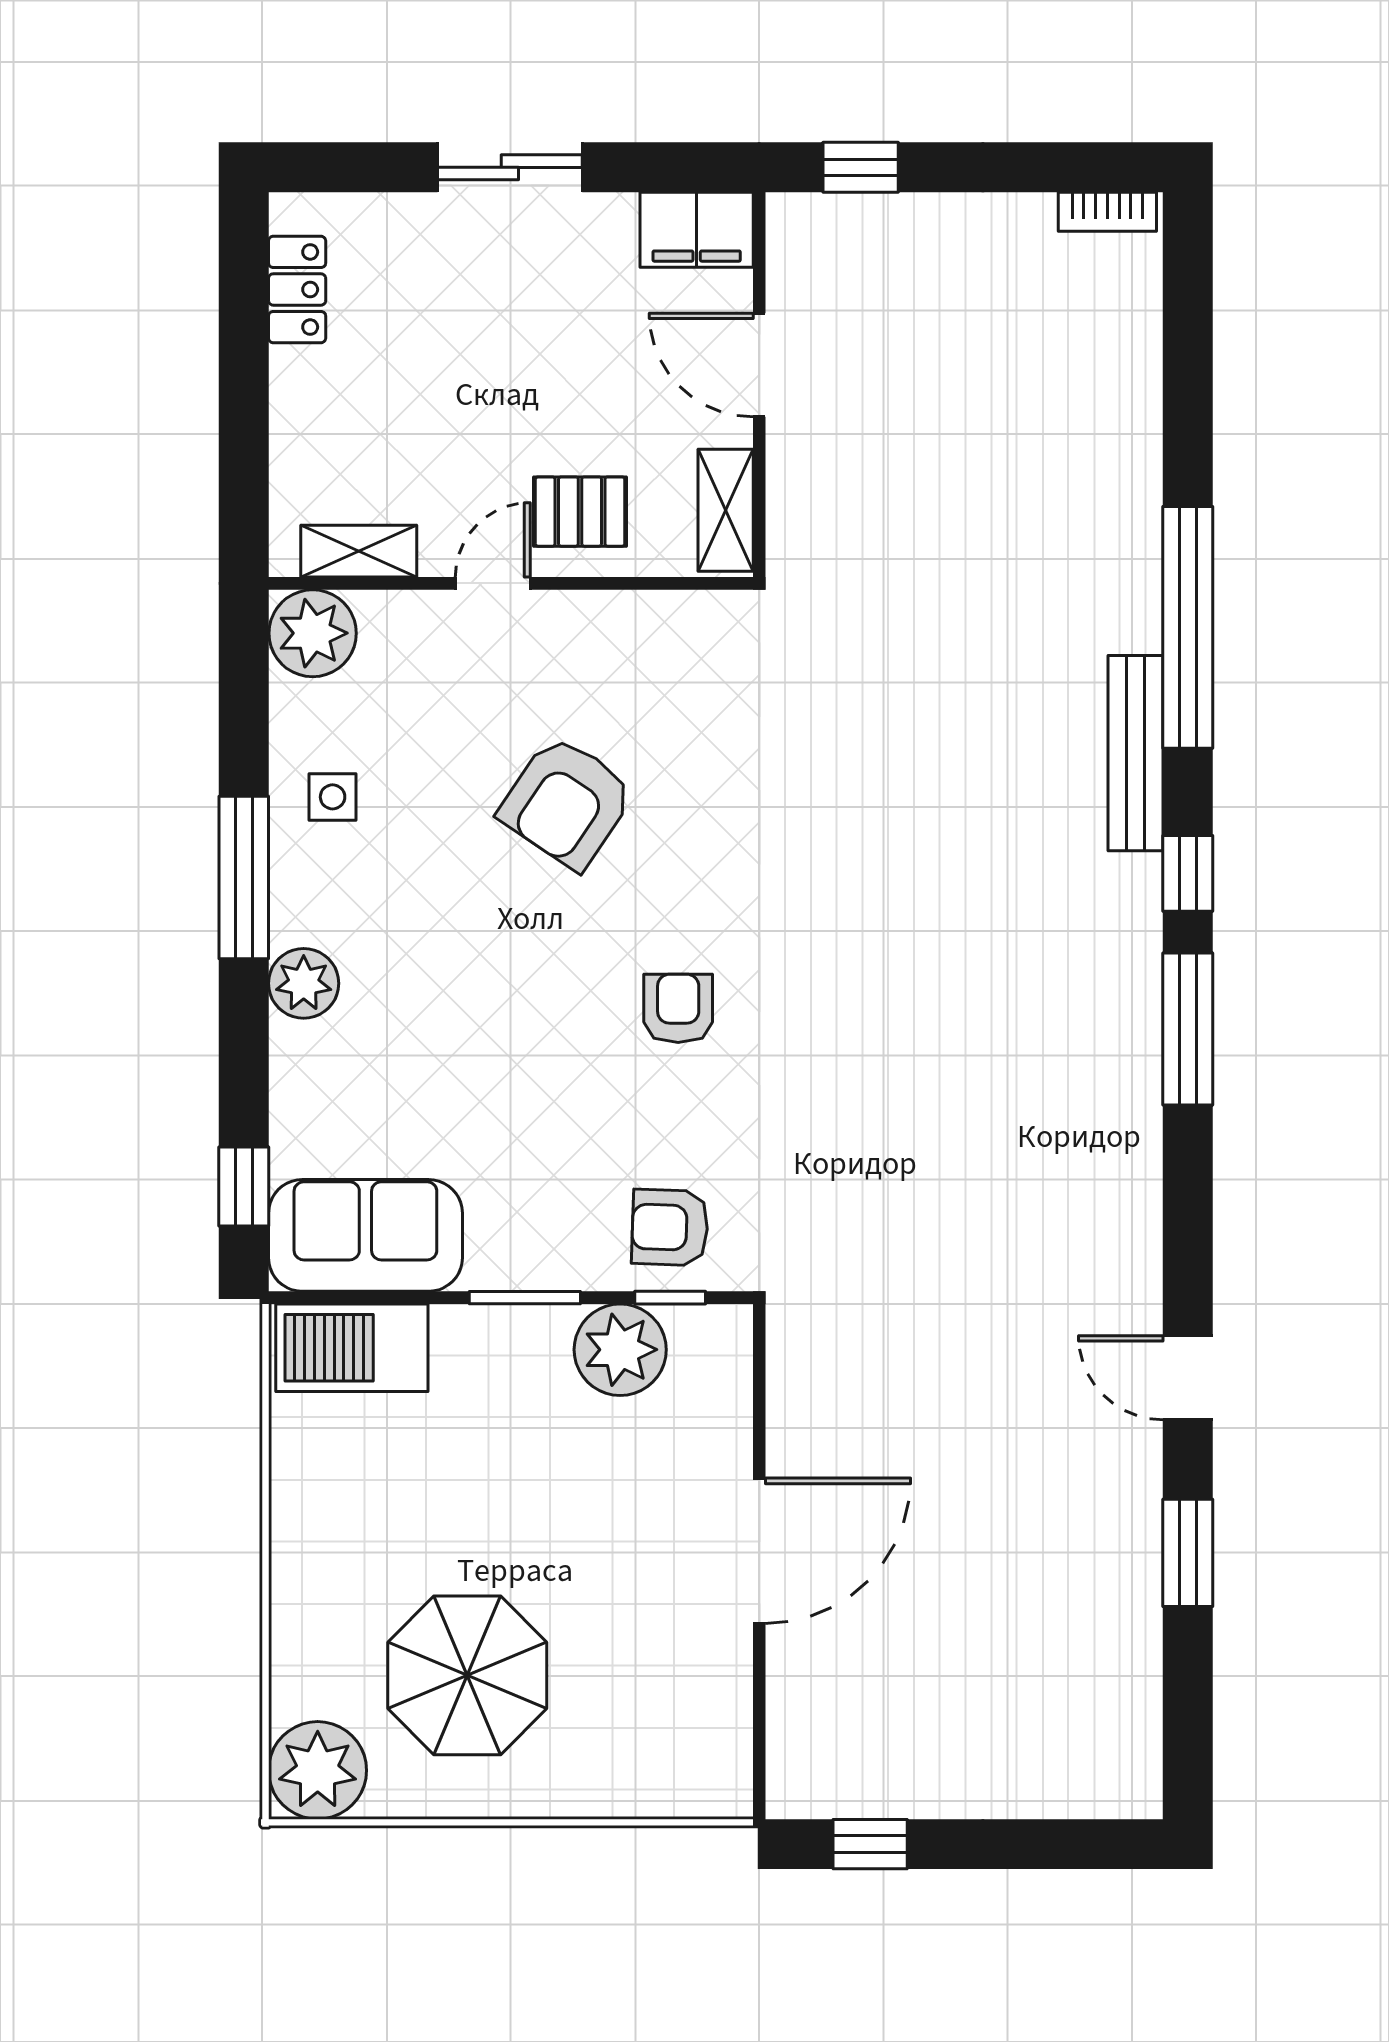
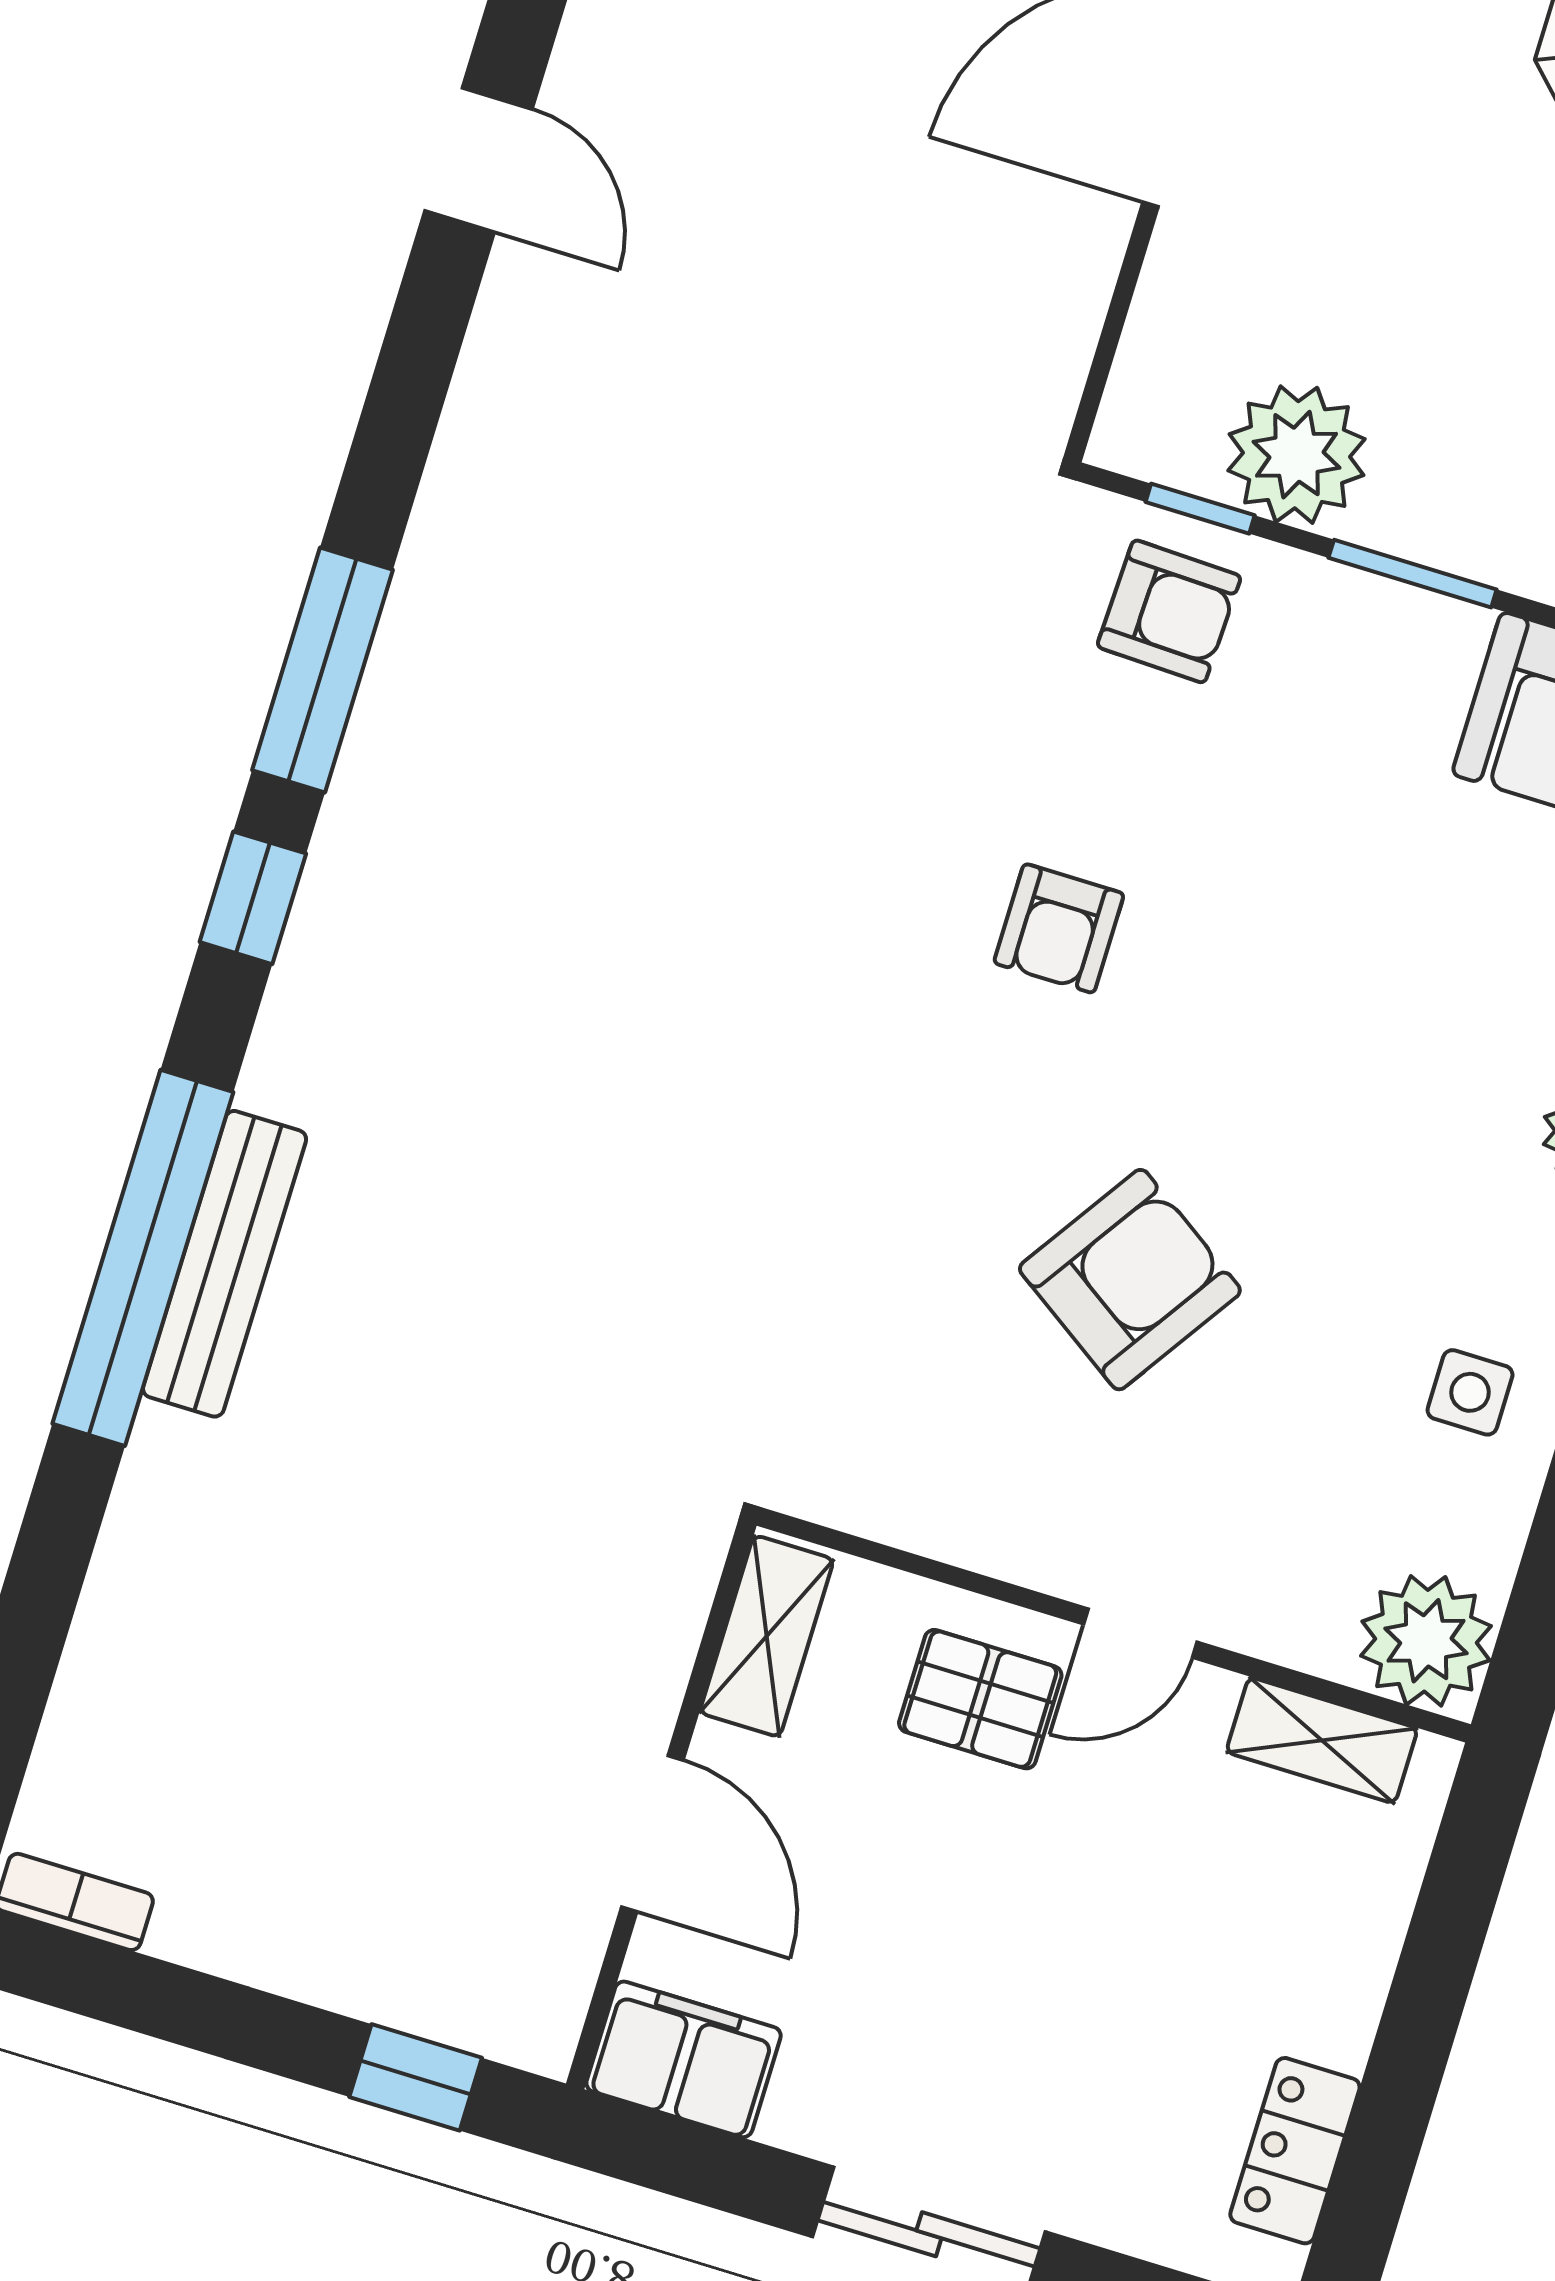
bench: (1136, 753) -> (224, 1264), moved

